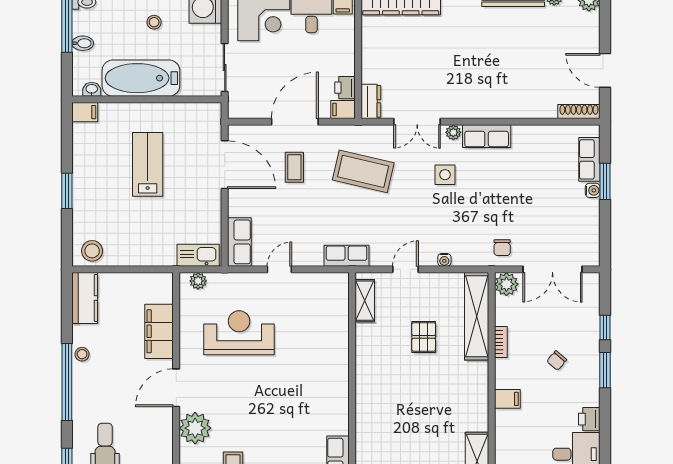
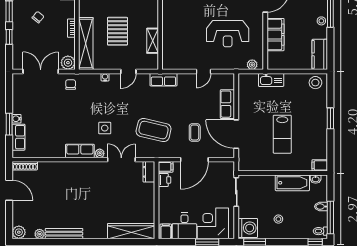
bathtub: (141, 78) -> (292, 183), width x0.73, depth x0.73
row of seats: (239, 242) -> (227, 104), moved
kitchen sink: (198, 255) -> (271, 80), moved
shelving: (365, 301) -> (153, 41), moved
pallet: (424, 337) -> (117, 31), width x1.50, depth x1.42

